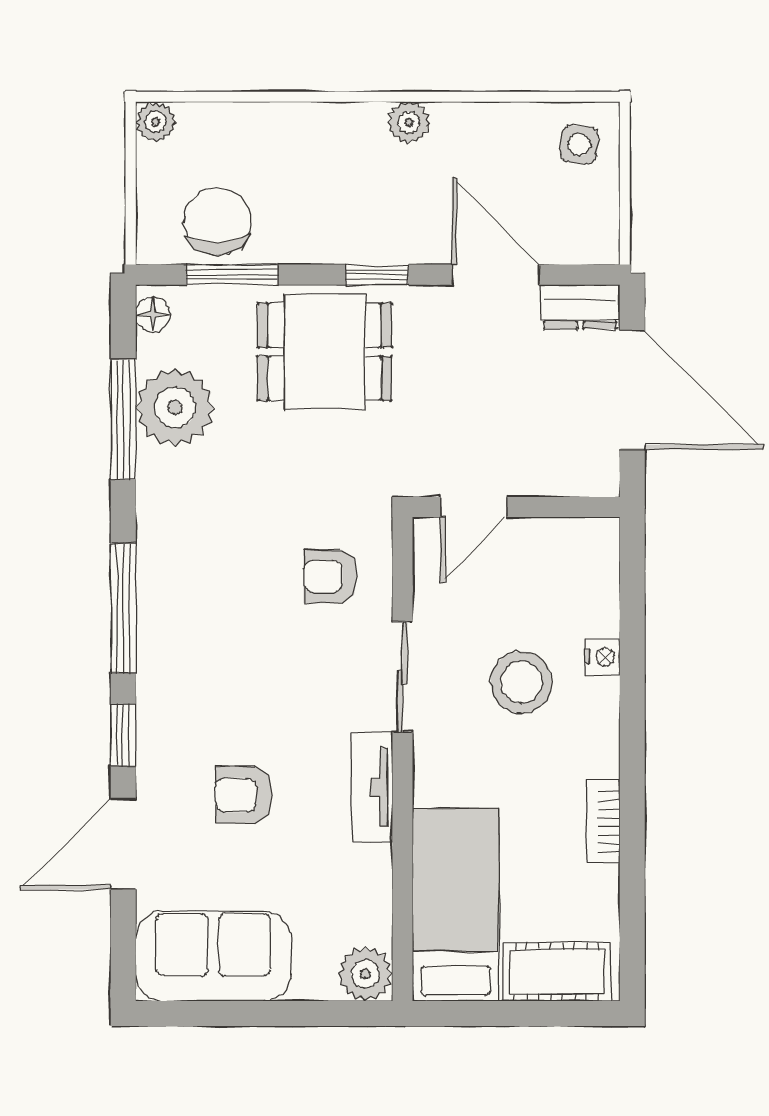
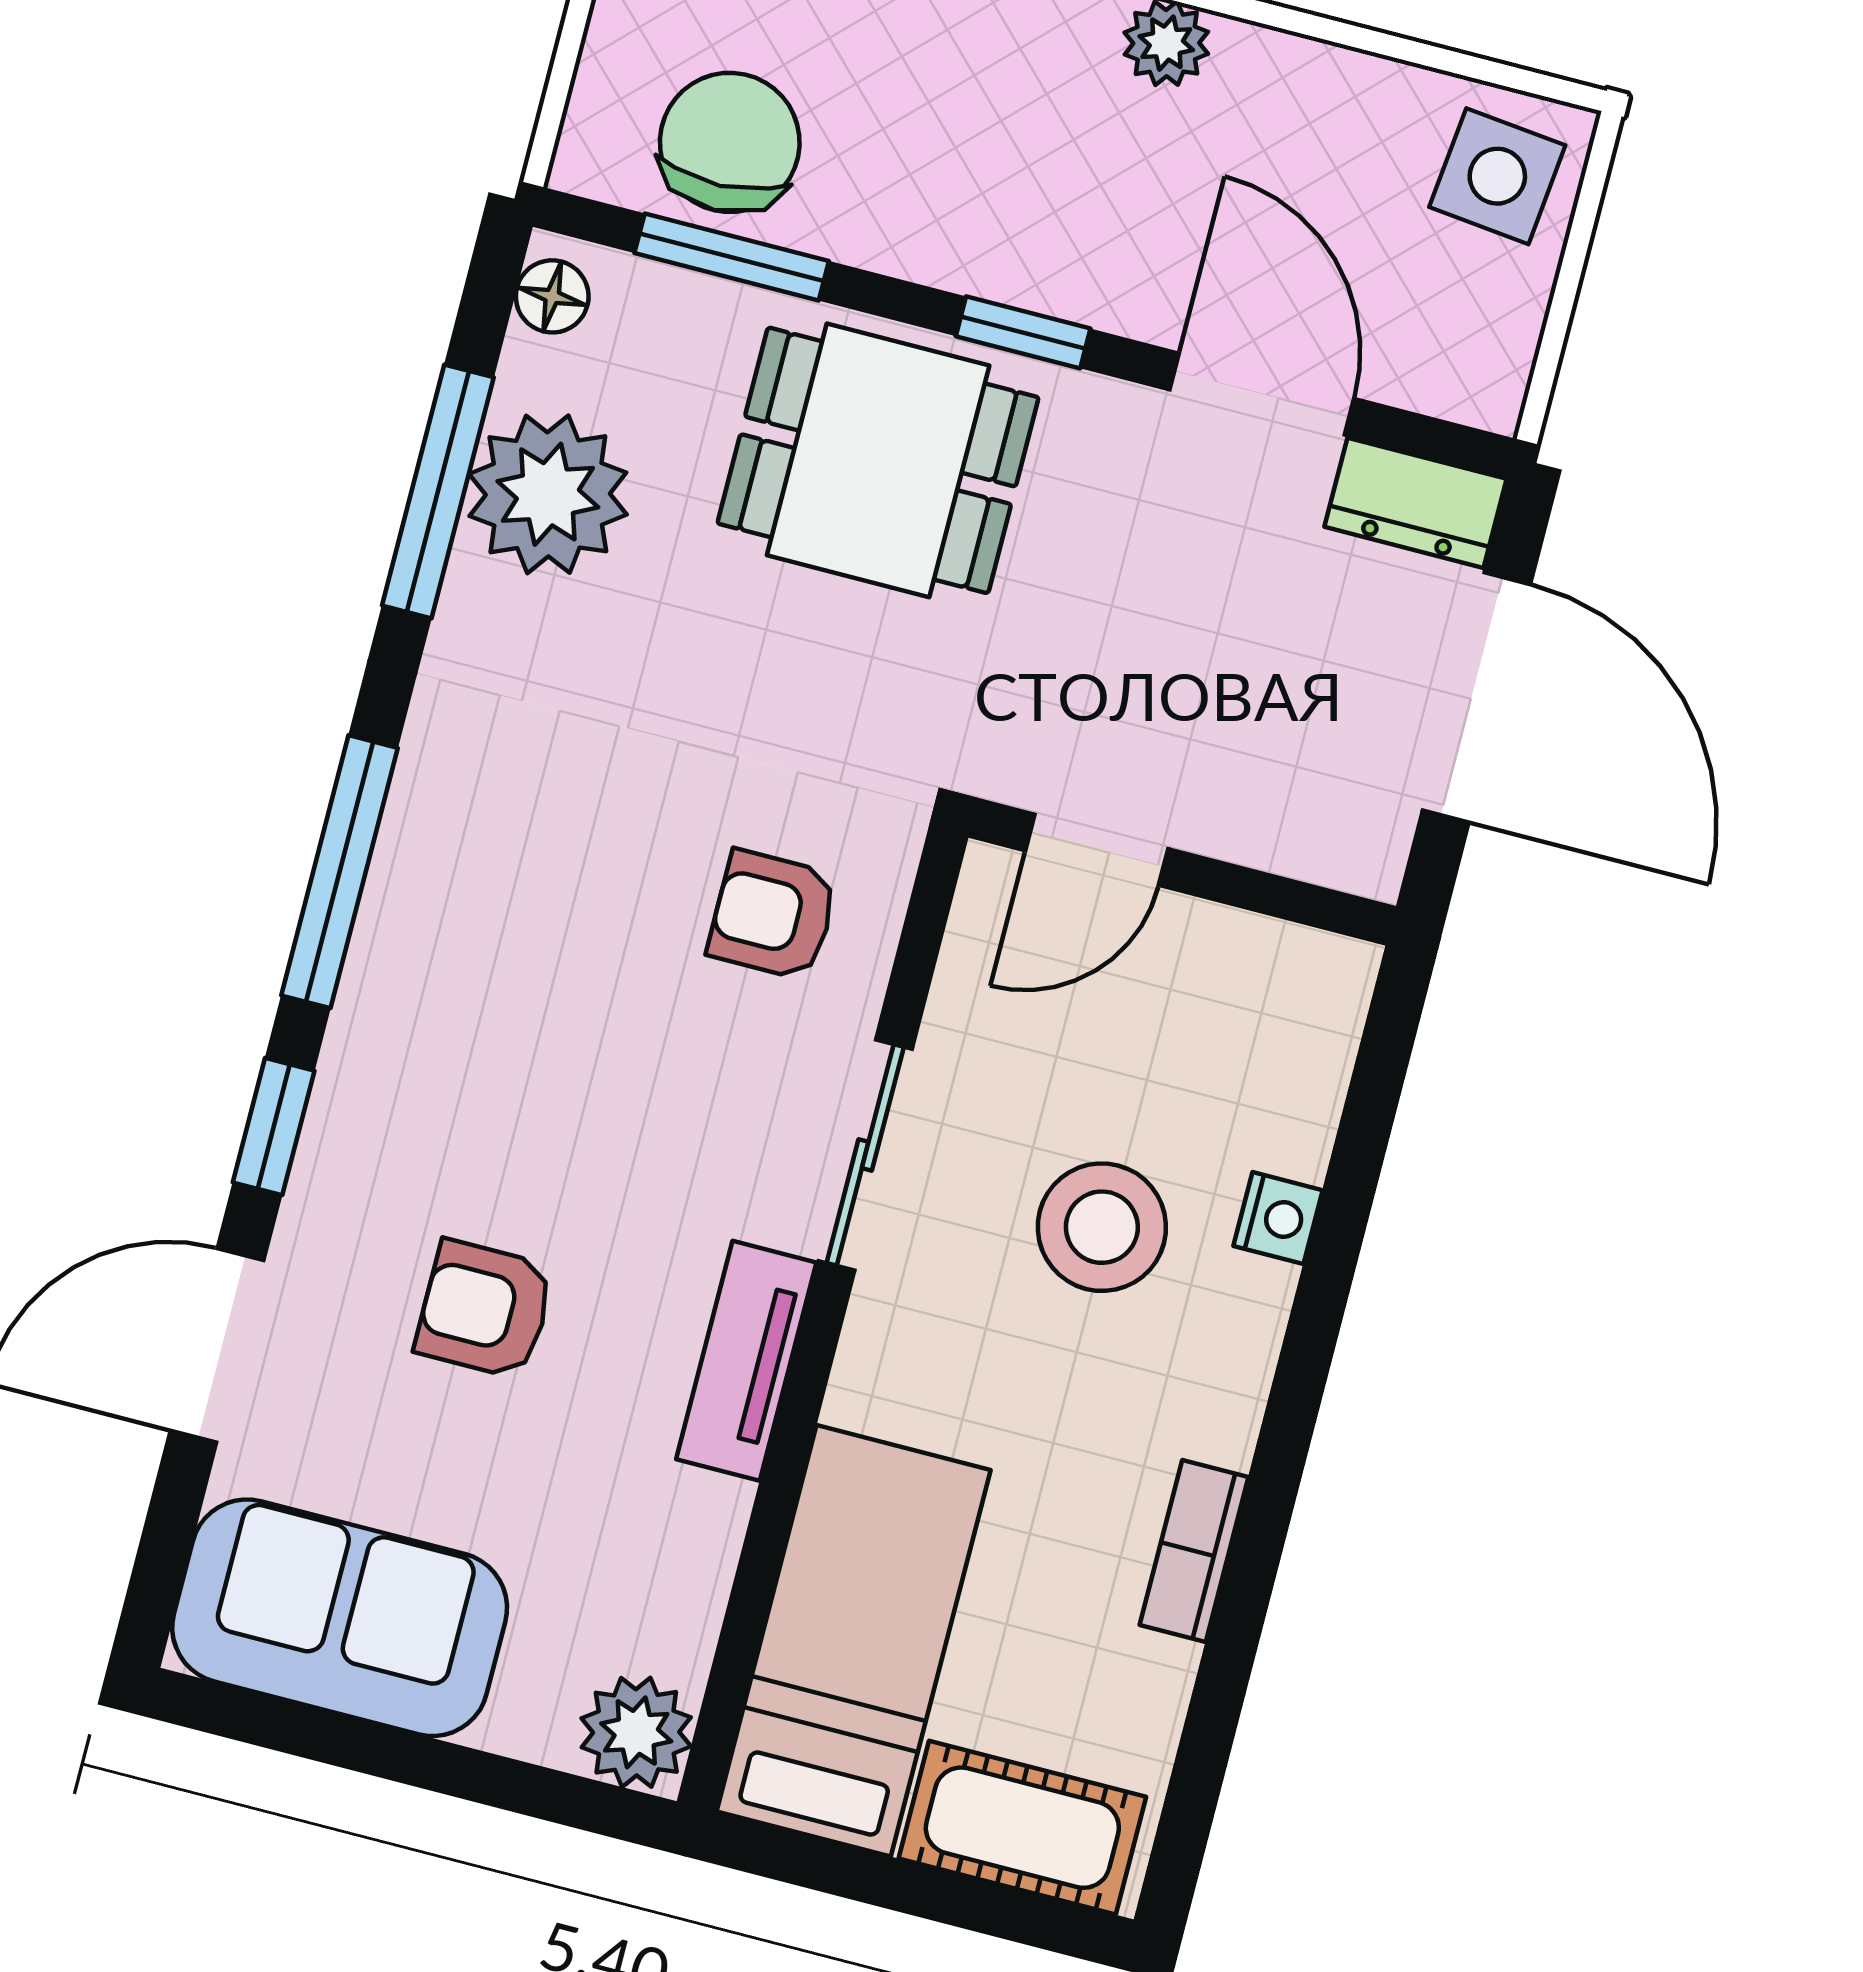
side table: (579, 145) -> (1497, 176), width x1.37, depth x1.37

